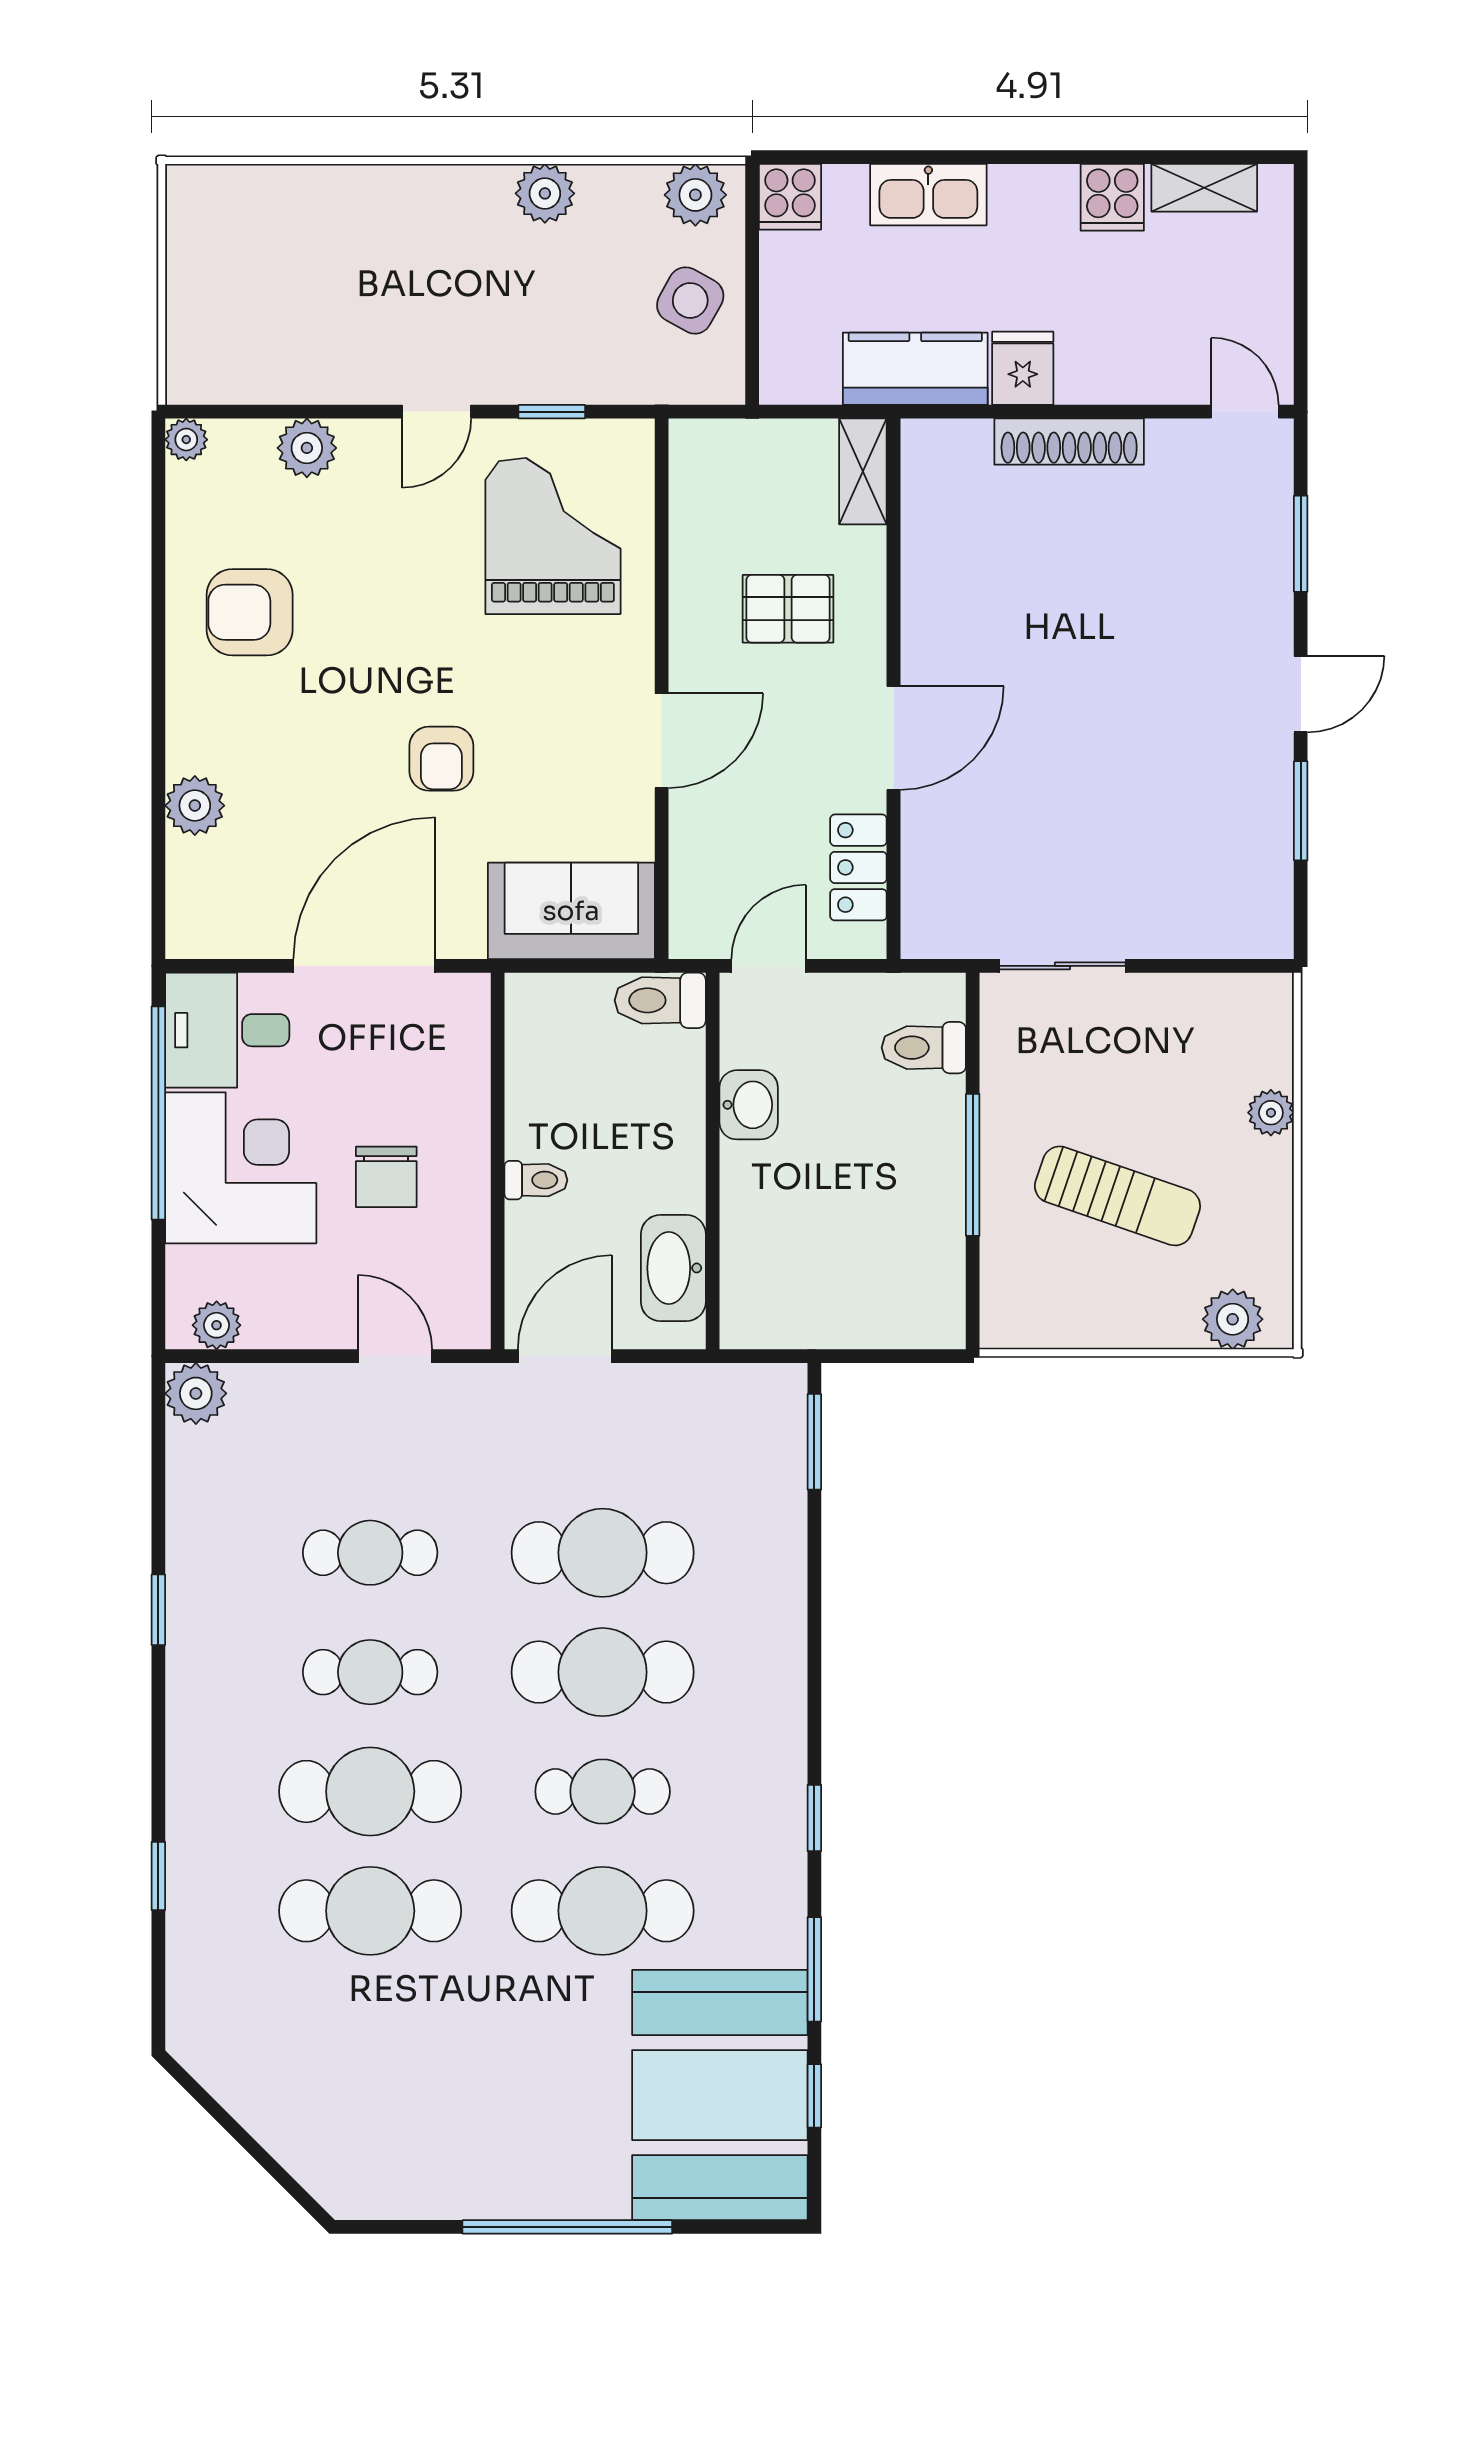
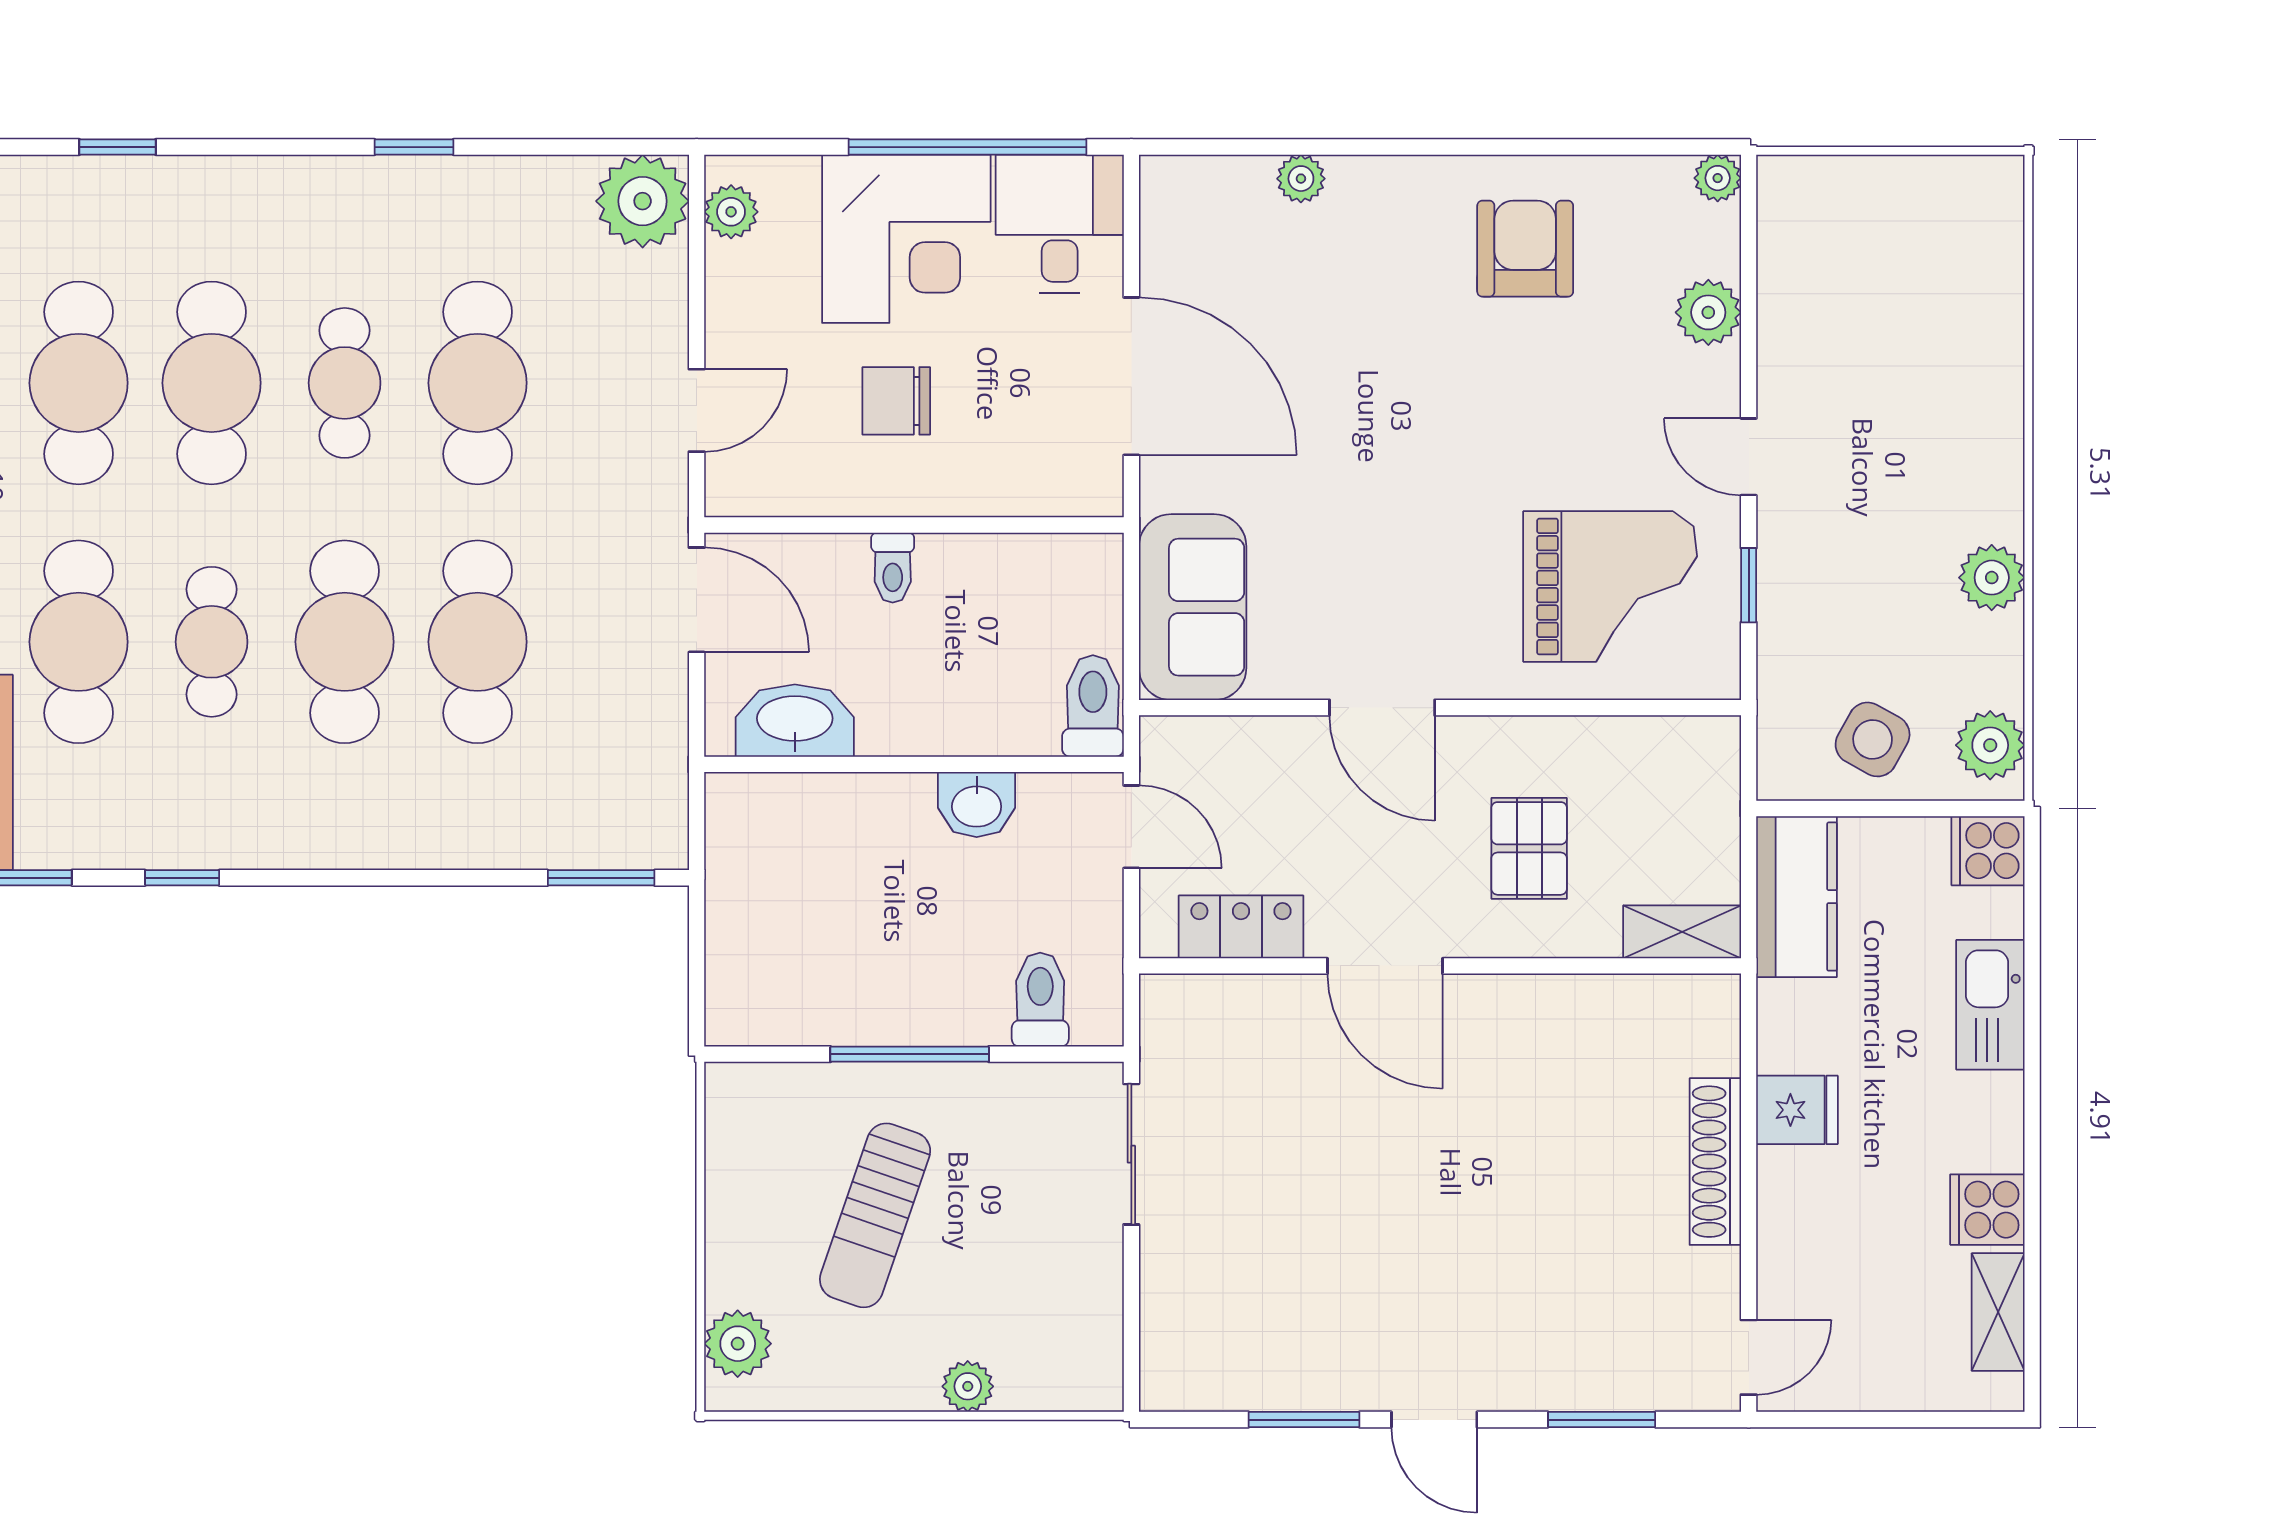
kitchen counter: (915, 369) -> (1797, 897), moved
armchair: (441, 759) -> (1362, 462), removed
plant: (195, 806) -> (1301, 179), width x0.73, depth x0.73
plant: (196, 1393) -> (643, 201), width x1.36, depth x1.36
cafe table: (370, 1553) -> (478, 383), width x1.37, depth x1.35

